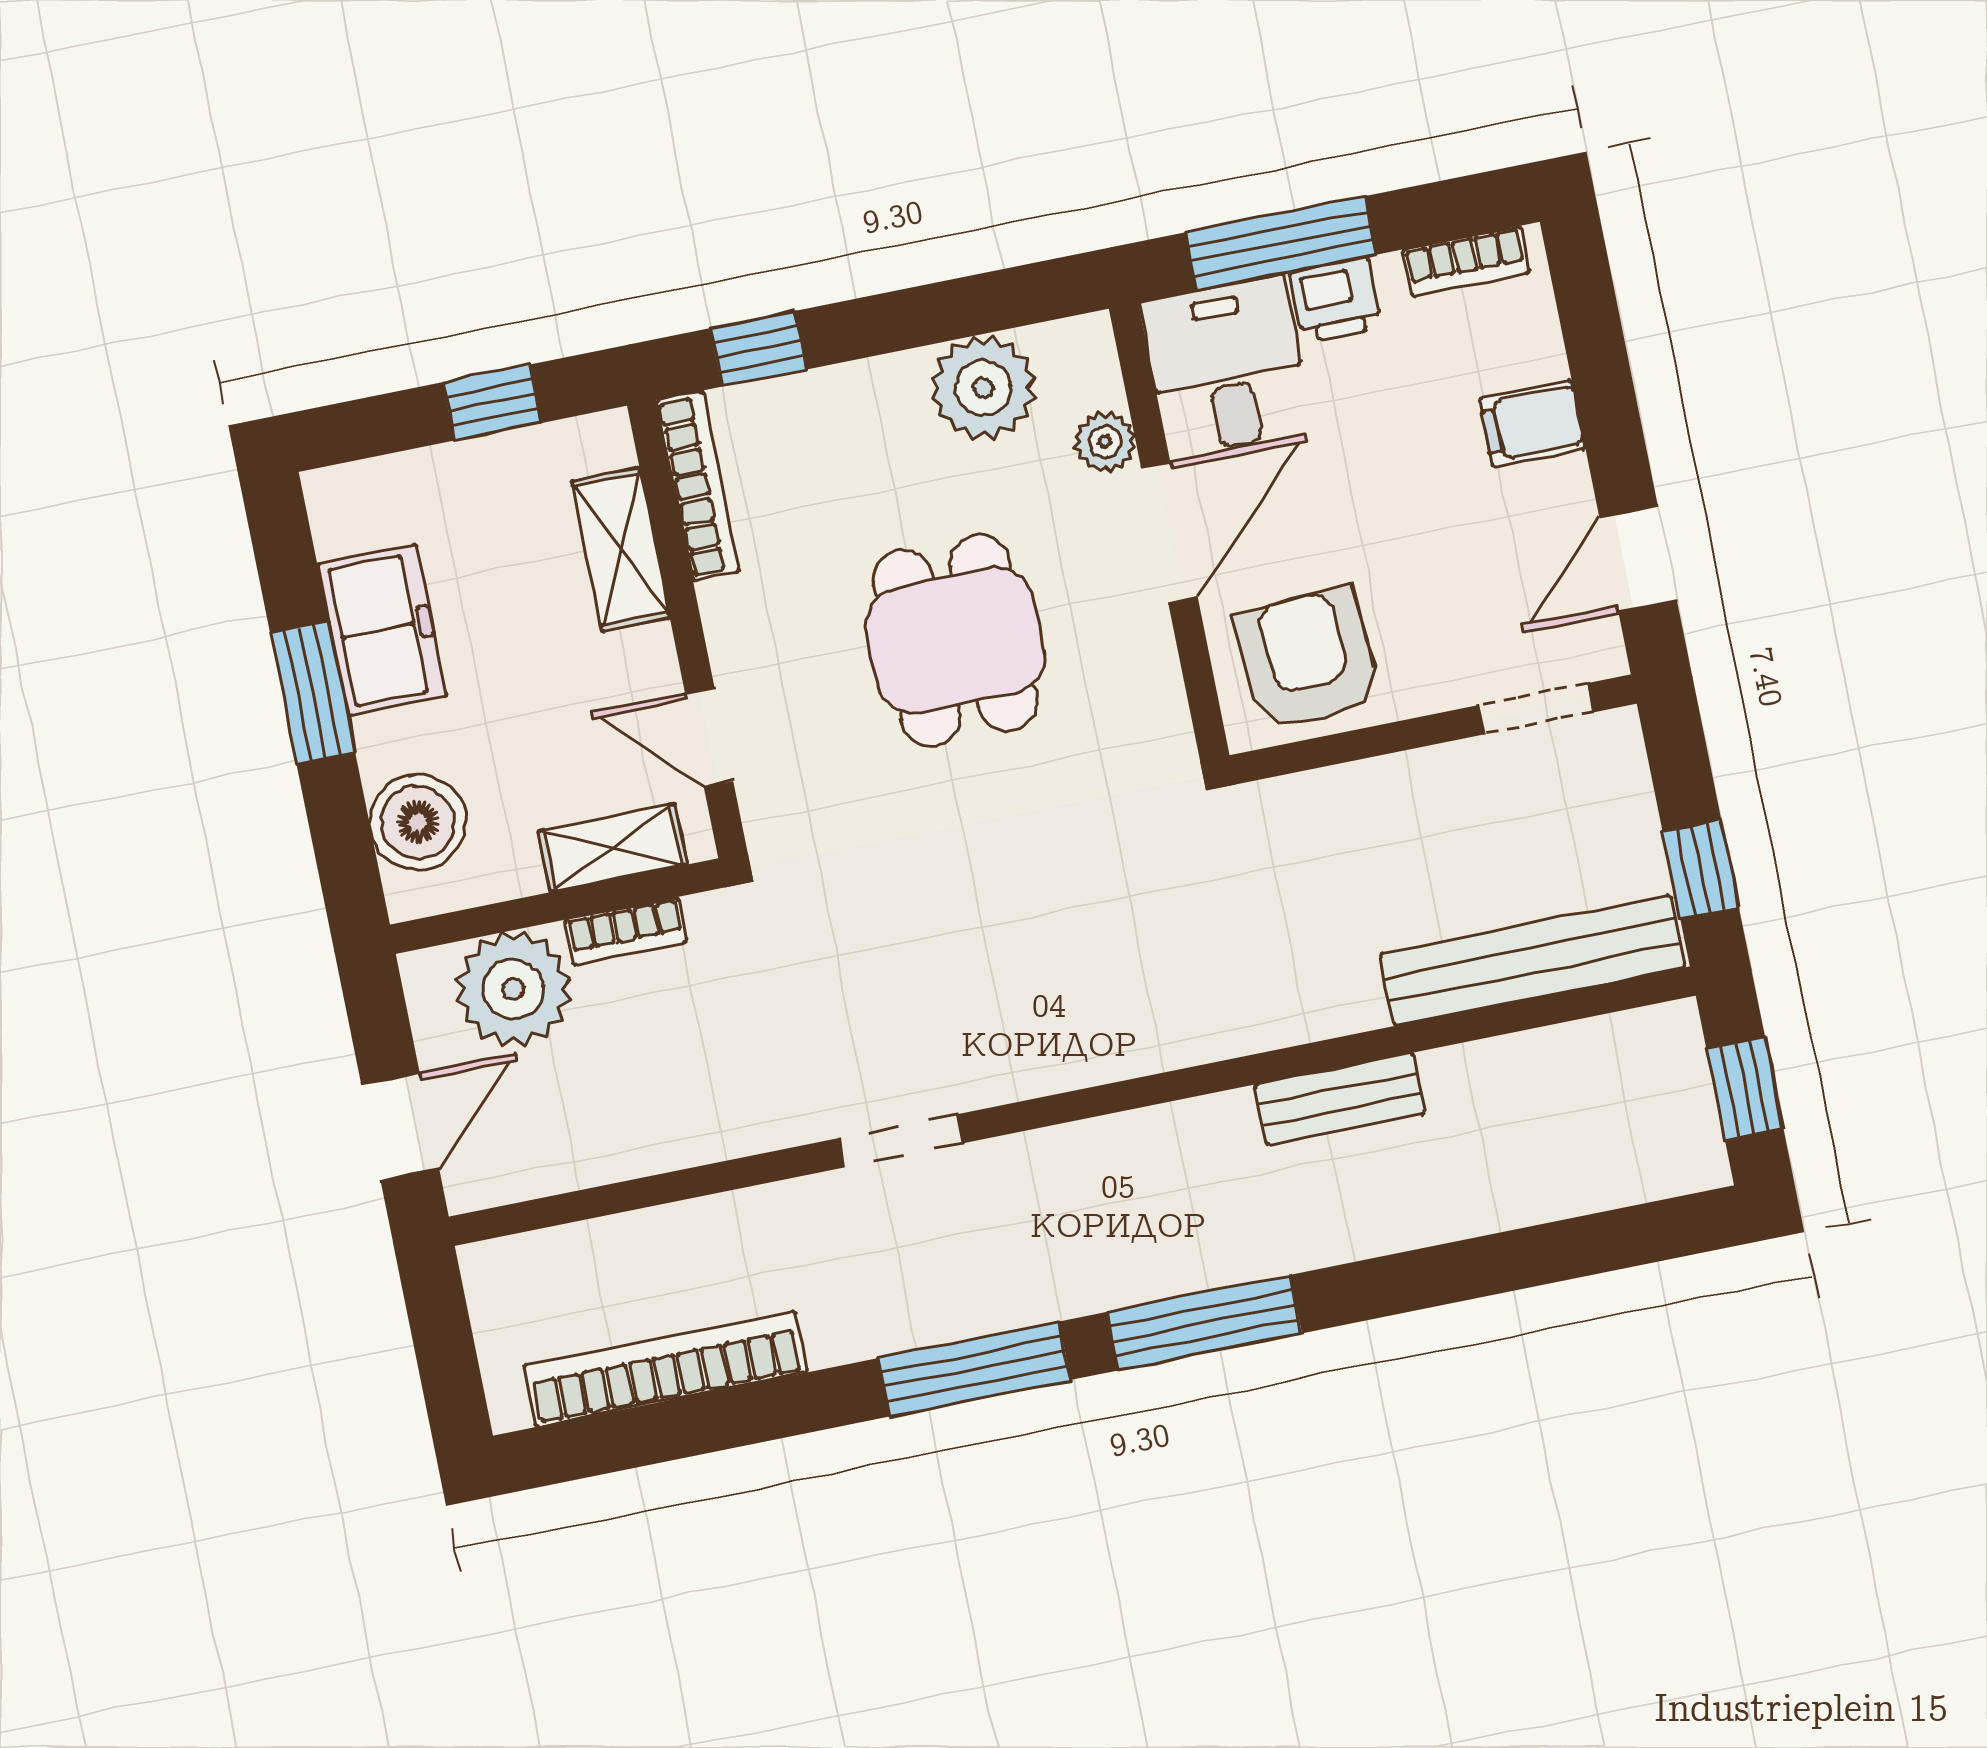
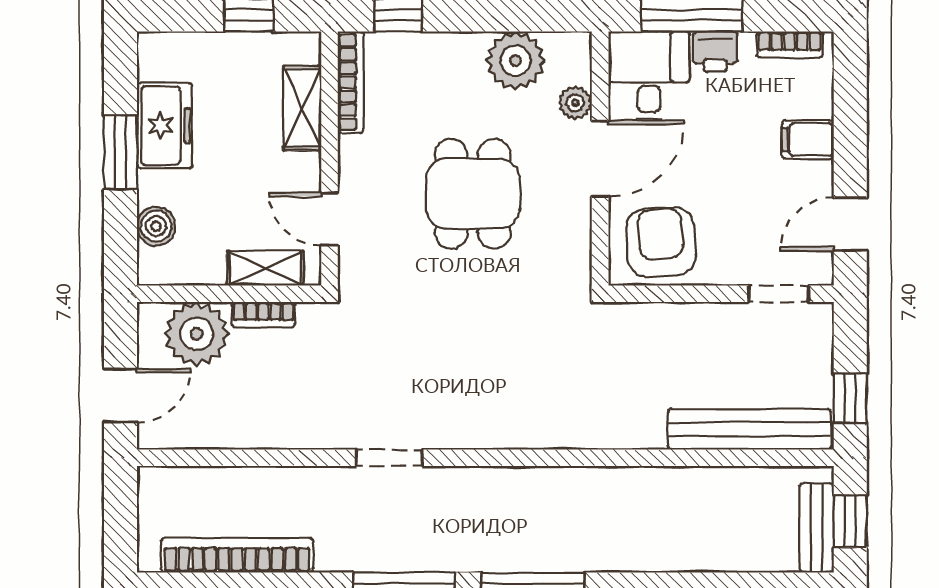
boiler: (418, 822) -> (156, 226), width x0.73, depth x0.73
bench: (1340, 1099) -> (817, 528), moved, turned 90

